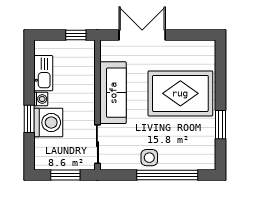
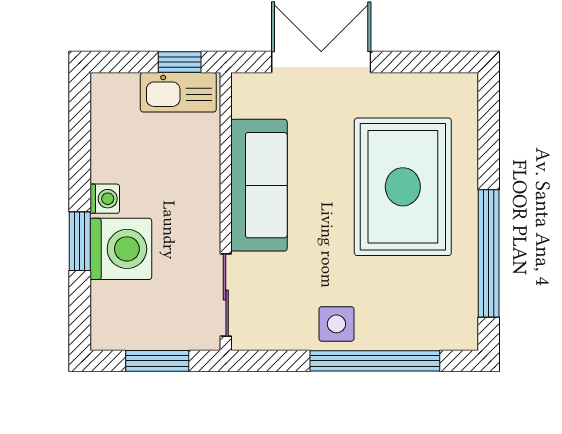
kitchen sink: (43, 73) -> (178, 92), moved, turned 90
rug: (180, 93) -> (403, 187), turned 90
window: (221, 125) -> (489, 253), width x2.11

